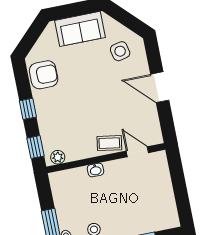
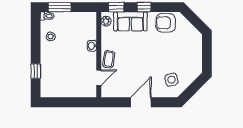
sofa: (80, 29) -> (130, 21), moved, turned -90
armchair: (44, 75) -> (166, 23), turned 90

